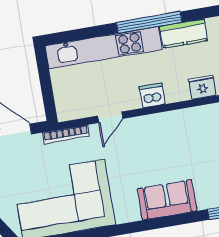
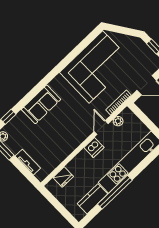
dishwasher: (152, 95) -> (94, 147), moved
plant: (83, 111) -> (118, 121), added

